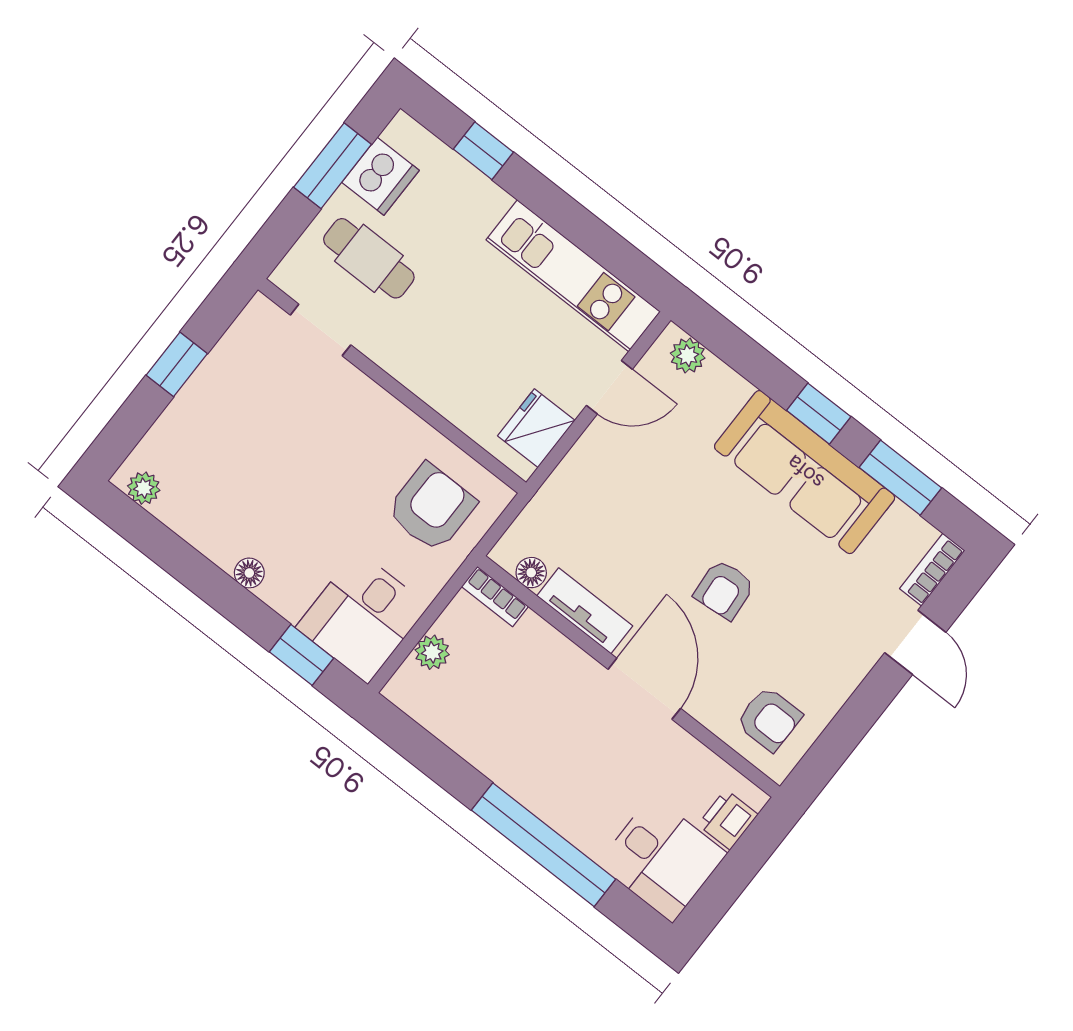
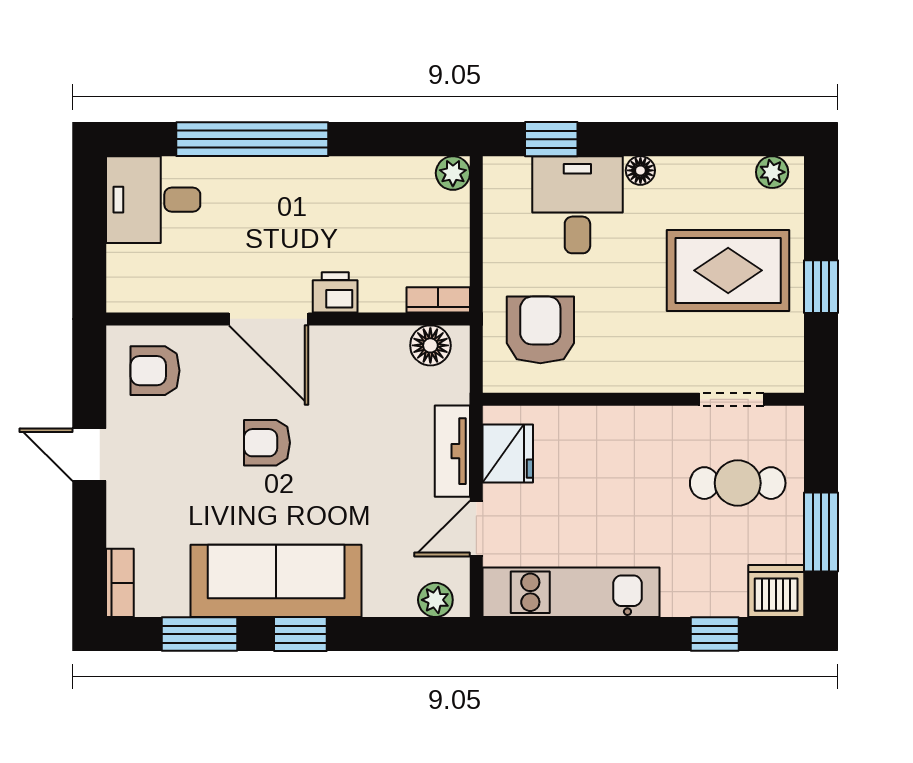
dishwasher: (381, 176) -> (776, 591), moved, turned 90
rug: (242, 436) -> (728, 270), added
armchair: (431, 508) -> (540, 330), turned 180
floor lamp: (531, 573) -> (430, 345), width x1.37, depth x1.37
armchair: (724, 590) -> (267, 443), turned -85
tv unit: (585, 611) -> (452, 451), moved, turned 90
desk: (362, 617) -> (577, 205), moved
door: (915, 642) -> (89, 455), moved
plant: (432, 652) -> (453, 173), moved
printer: (728, 820) -> (335, 292), moved, turned -90

